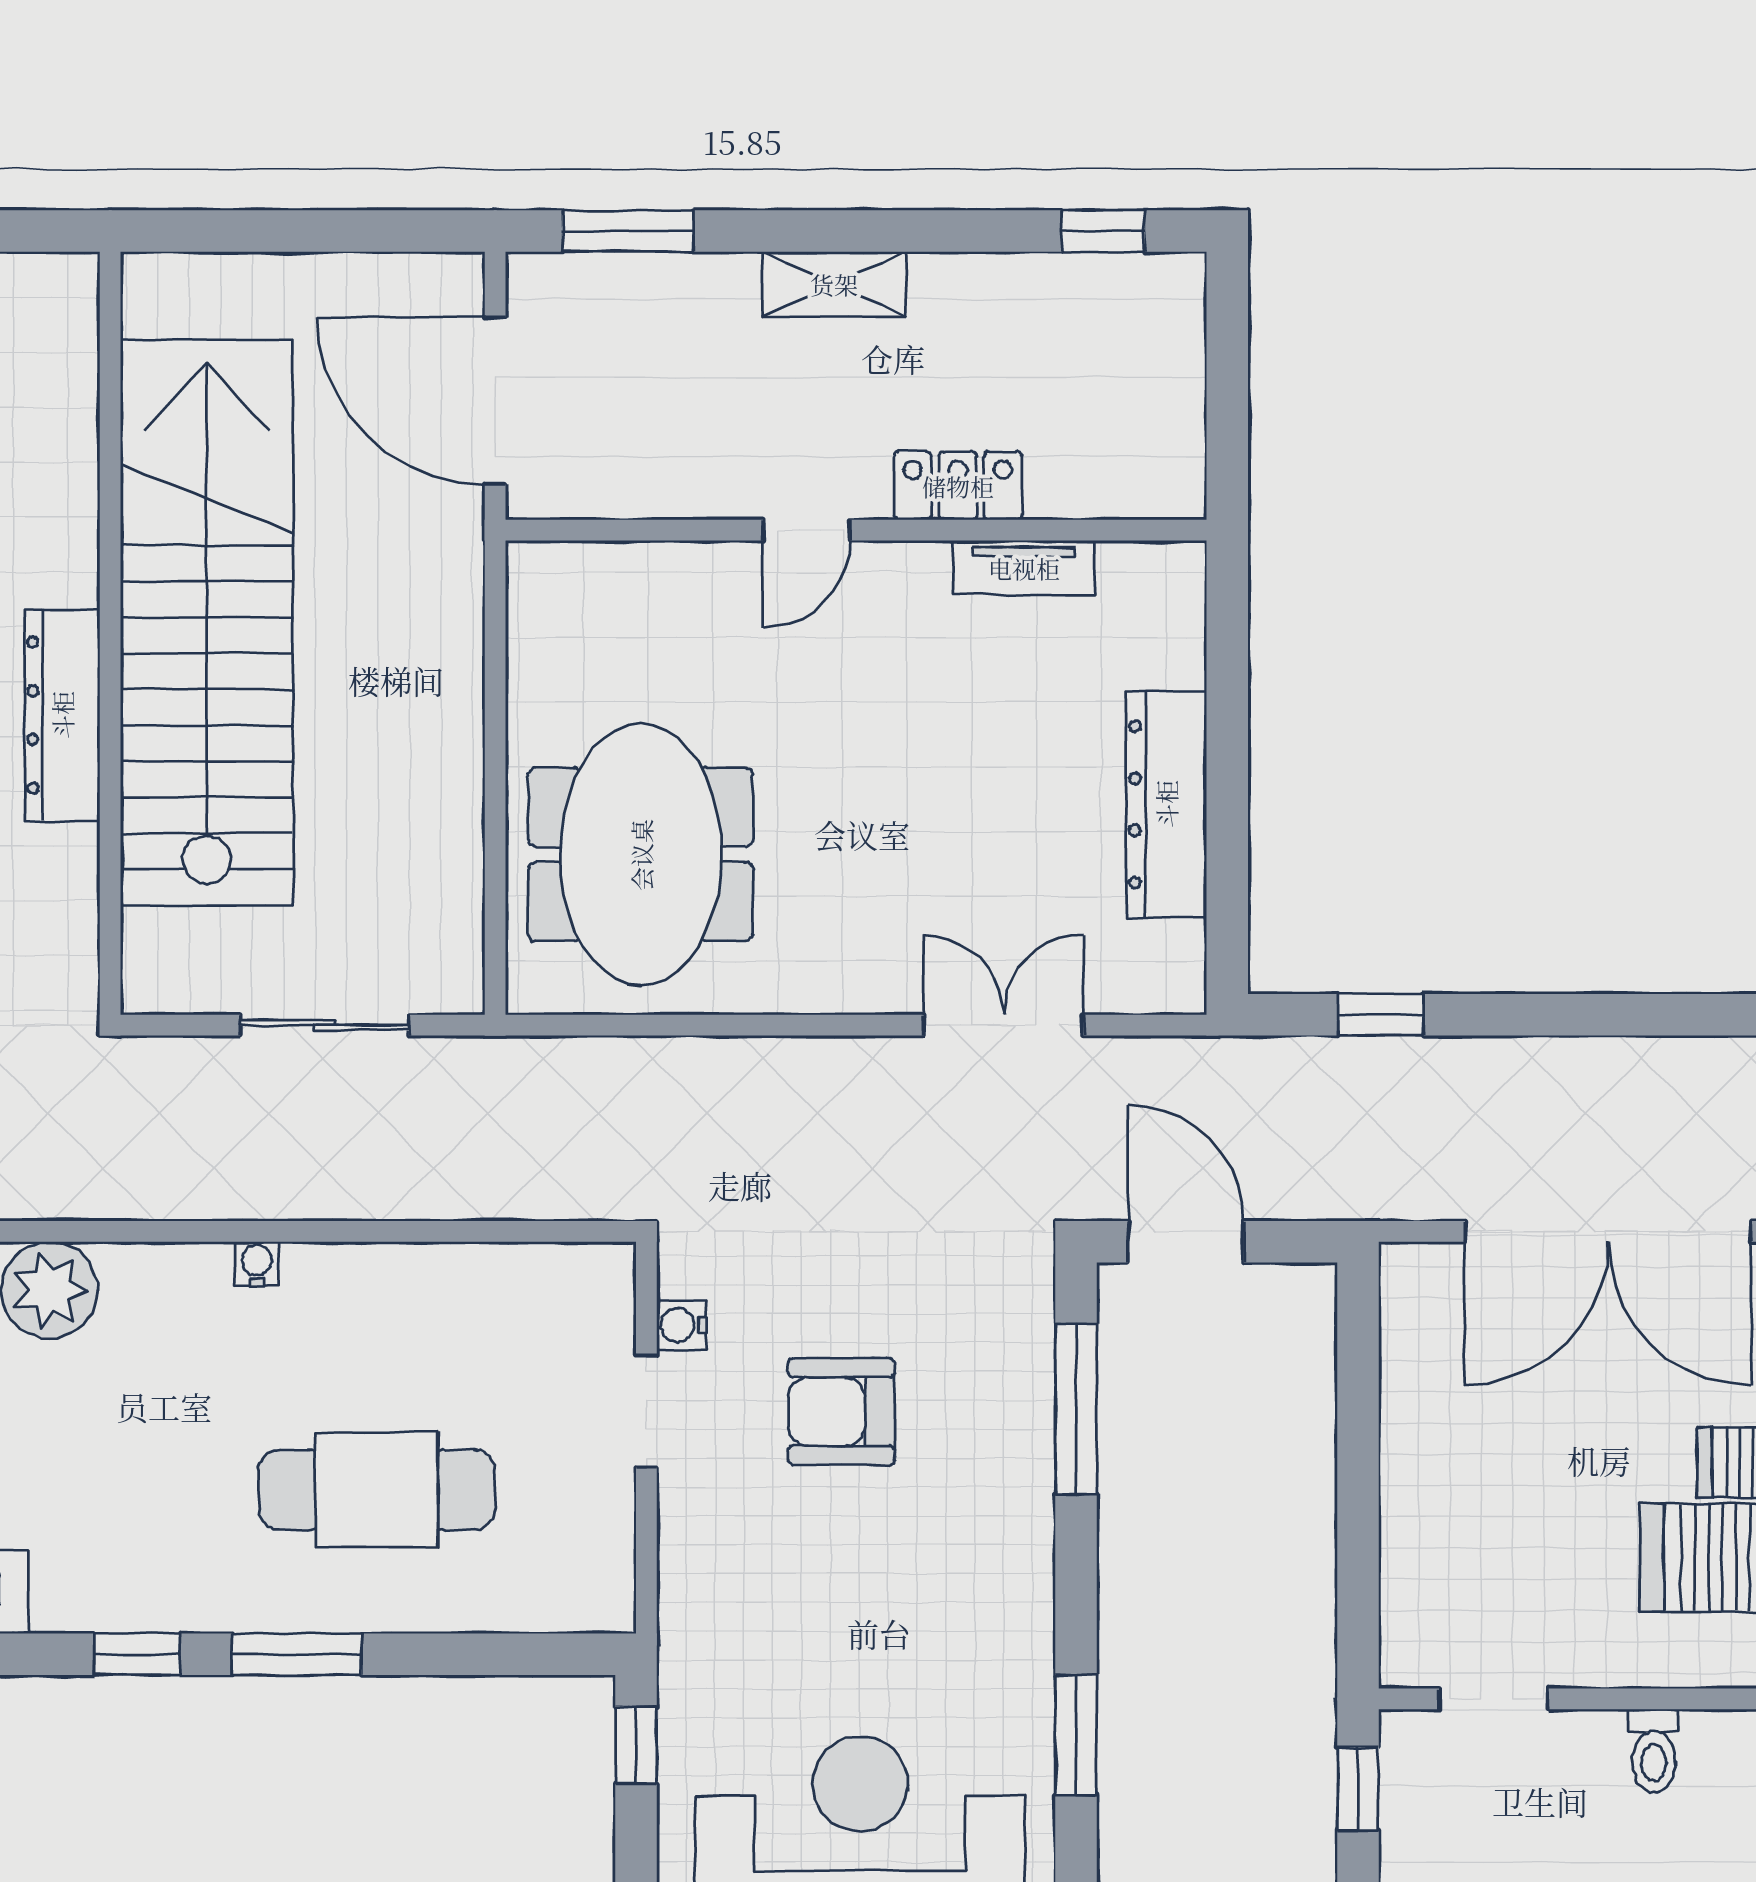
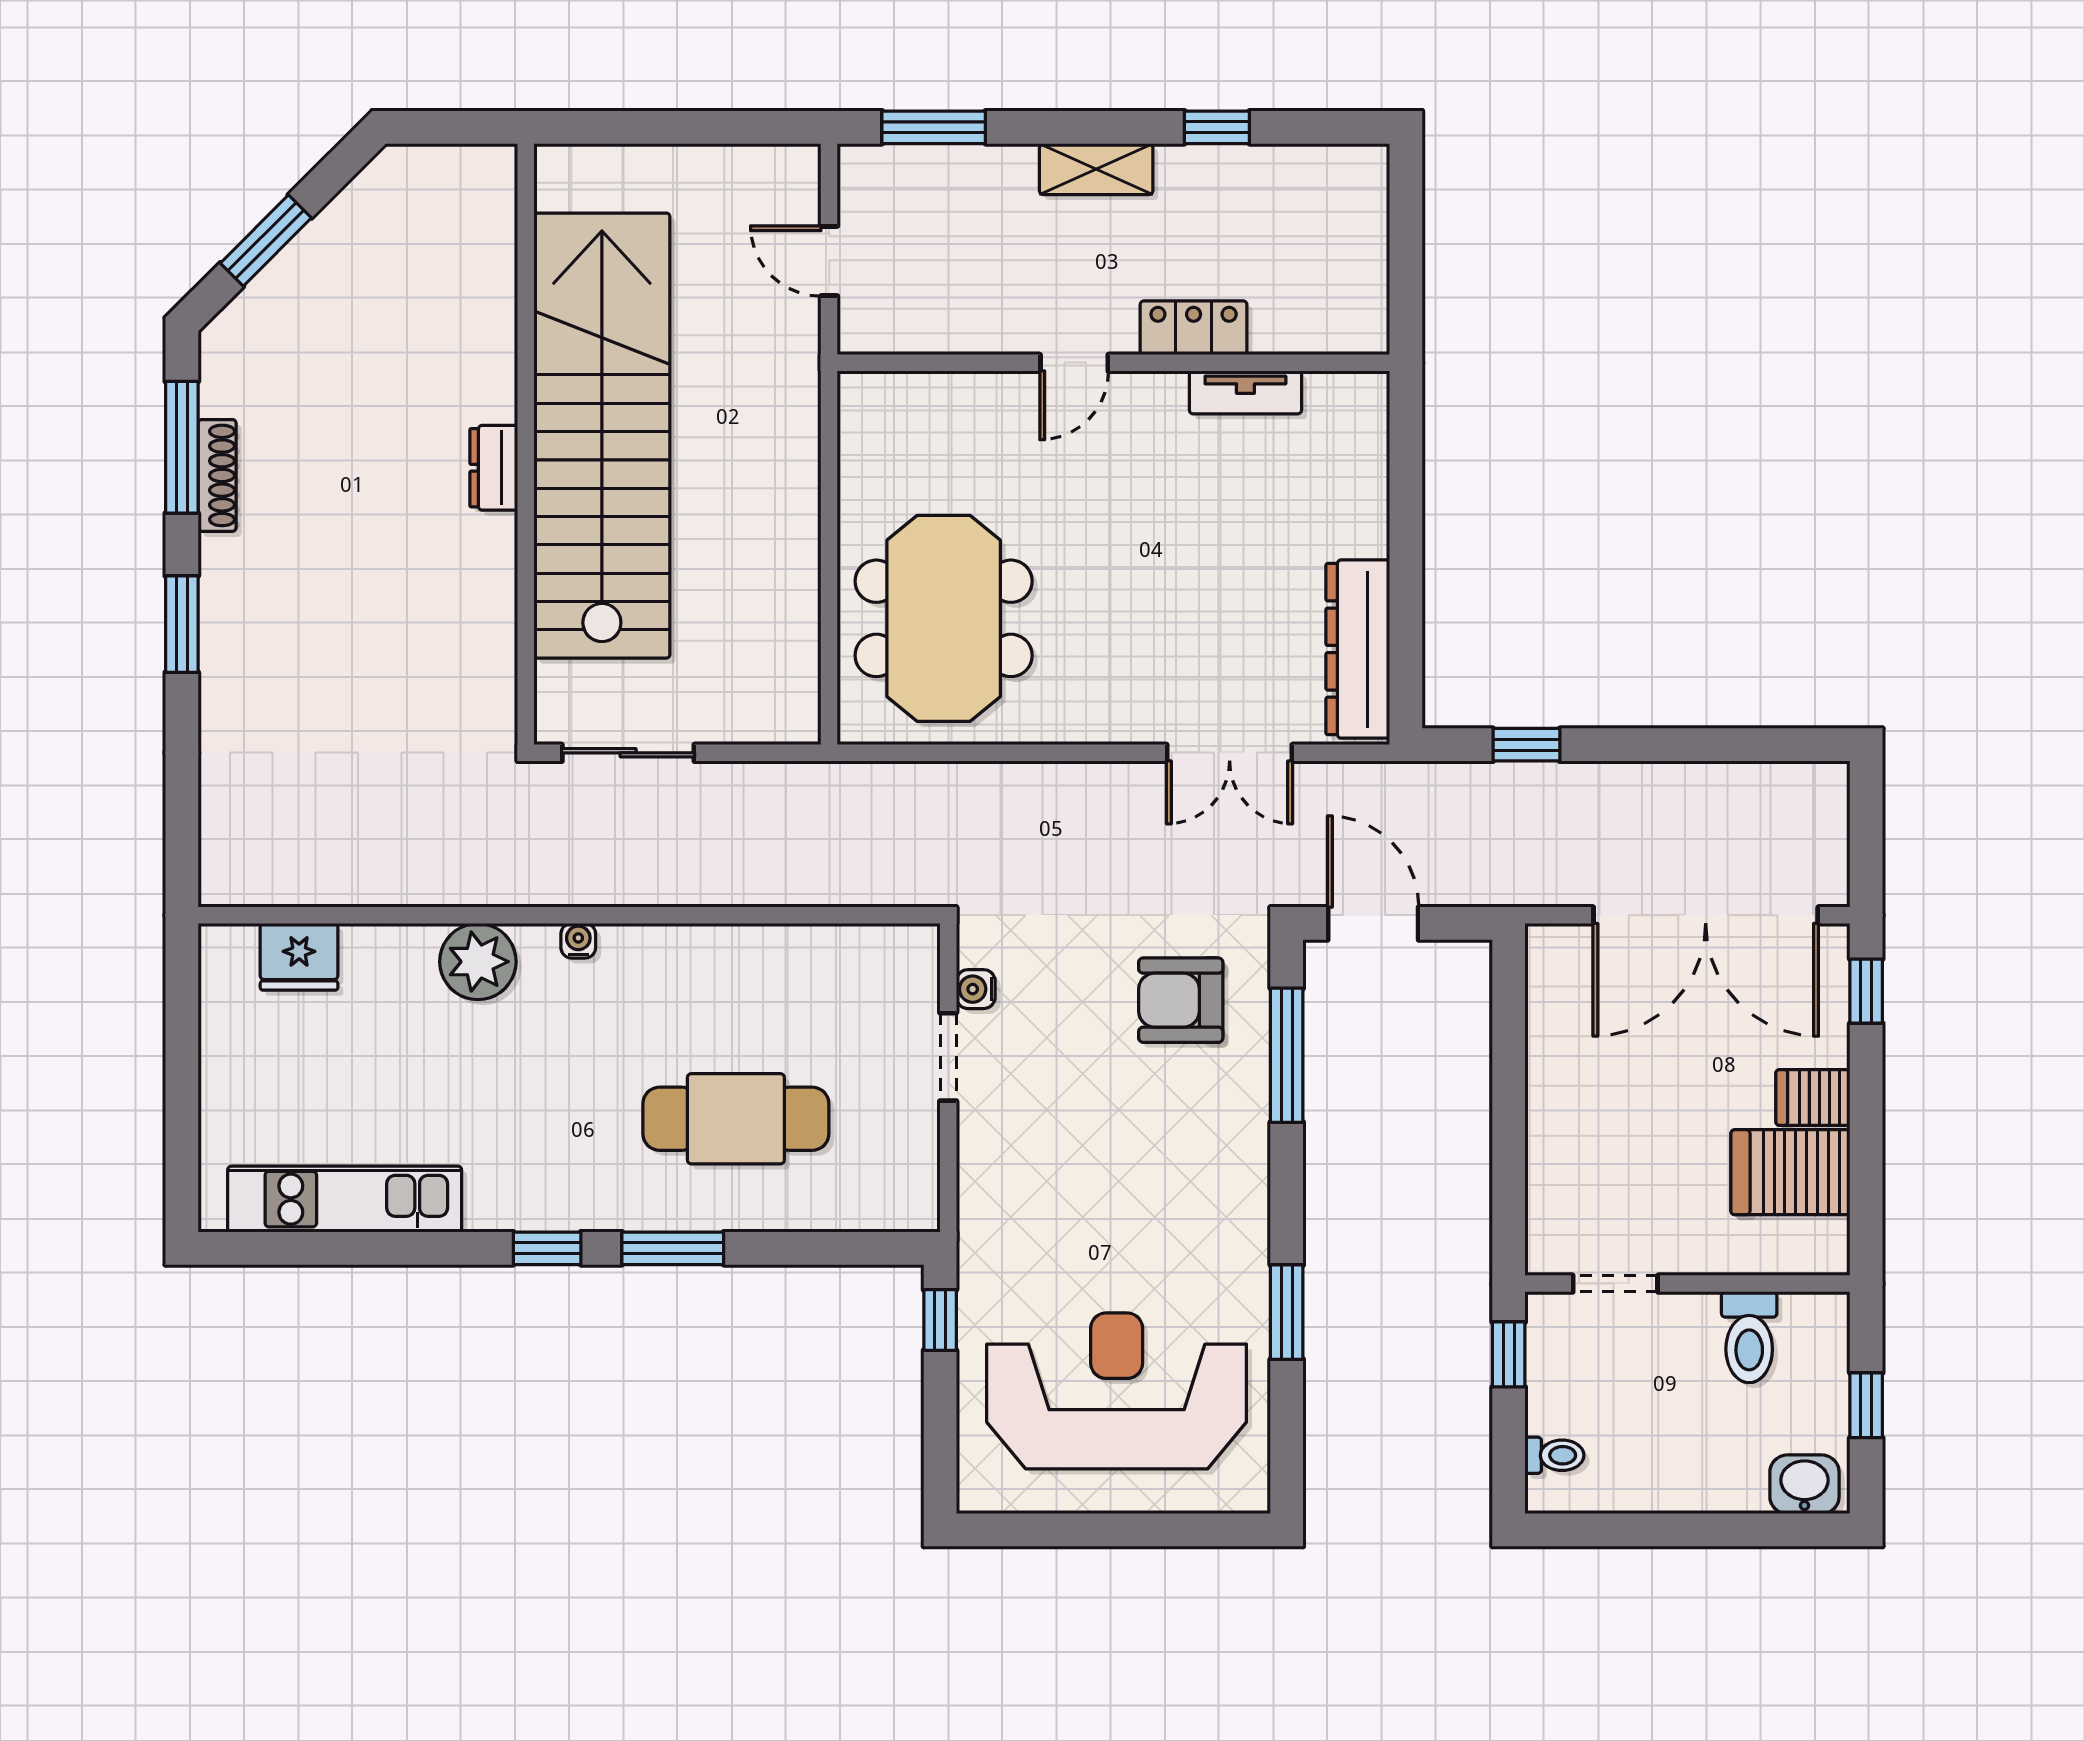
window: (1103, 231) -> (1217, 127), moved
door: (495, 401) -> (829, 261), width x0.53
dresser: (62, 715) -> (494, 468), width x0.51, depth x0.80
dresser: (1166, 804) -> (1358, 649), moved
sliding door: (324, 1025) -> (628, 753), moved
double door: (1004, 1025) -> (1230, 753), swing flipped
water cooler: (257, 1264) -> (578, 941), moved
armchair: (842, 1412) -> (1181, 1000), moved
toilet: (1654, 1751) -> (1749, 1337), width x1.37, depth x1.39

